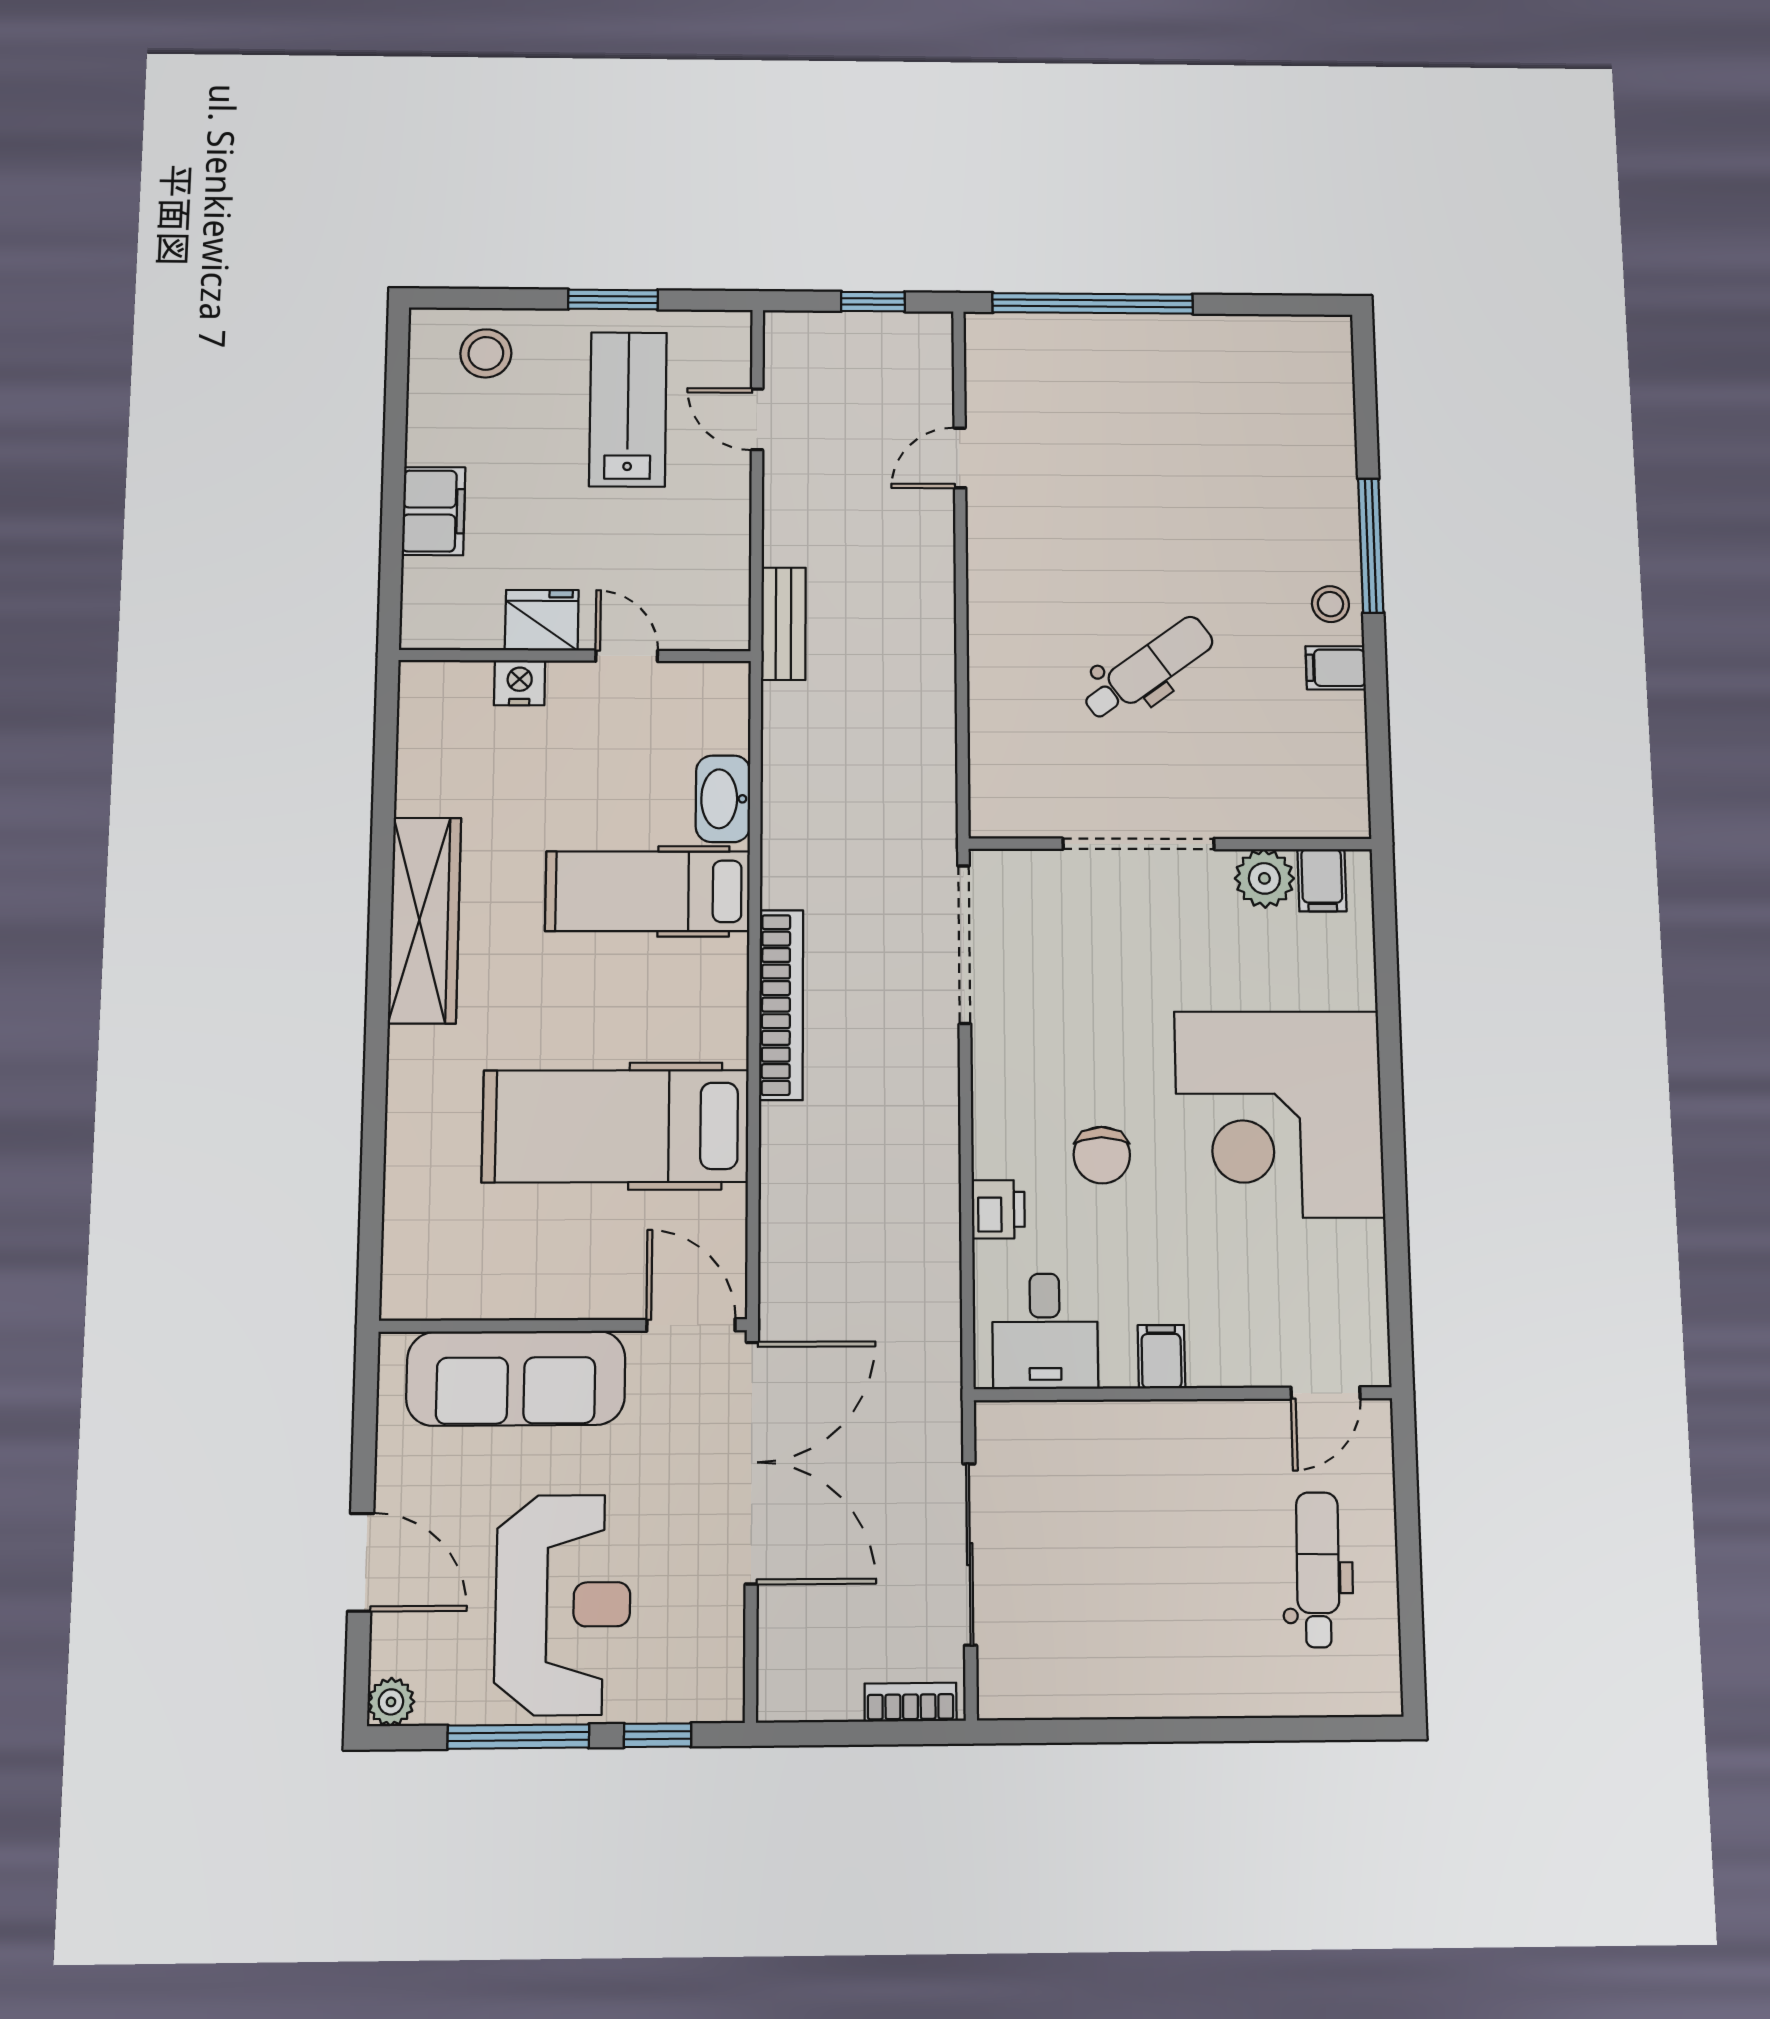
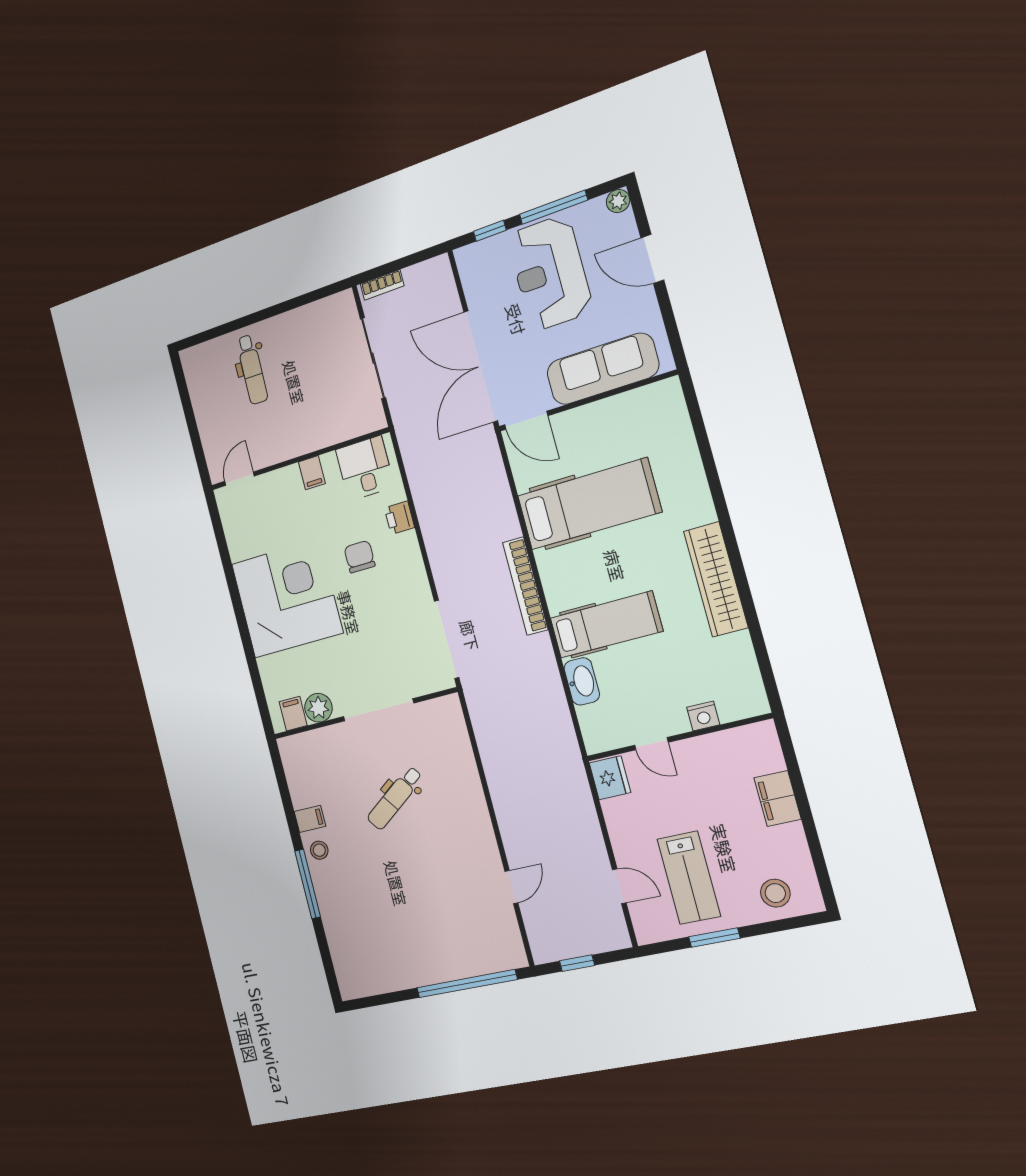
fridge: (542, 620) -> (610, 778), moved, turned -90
bench: (783, 624) -> (576, 780), removed
dental chair: (1318, 1570) -> (252, 369), moved

